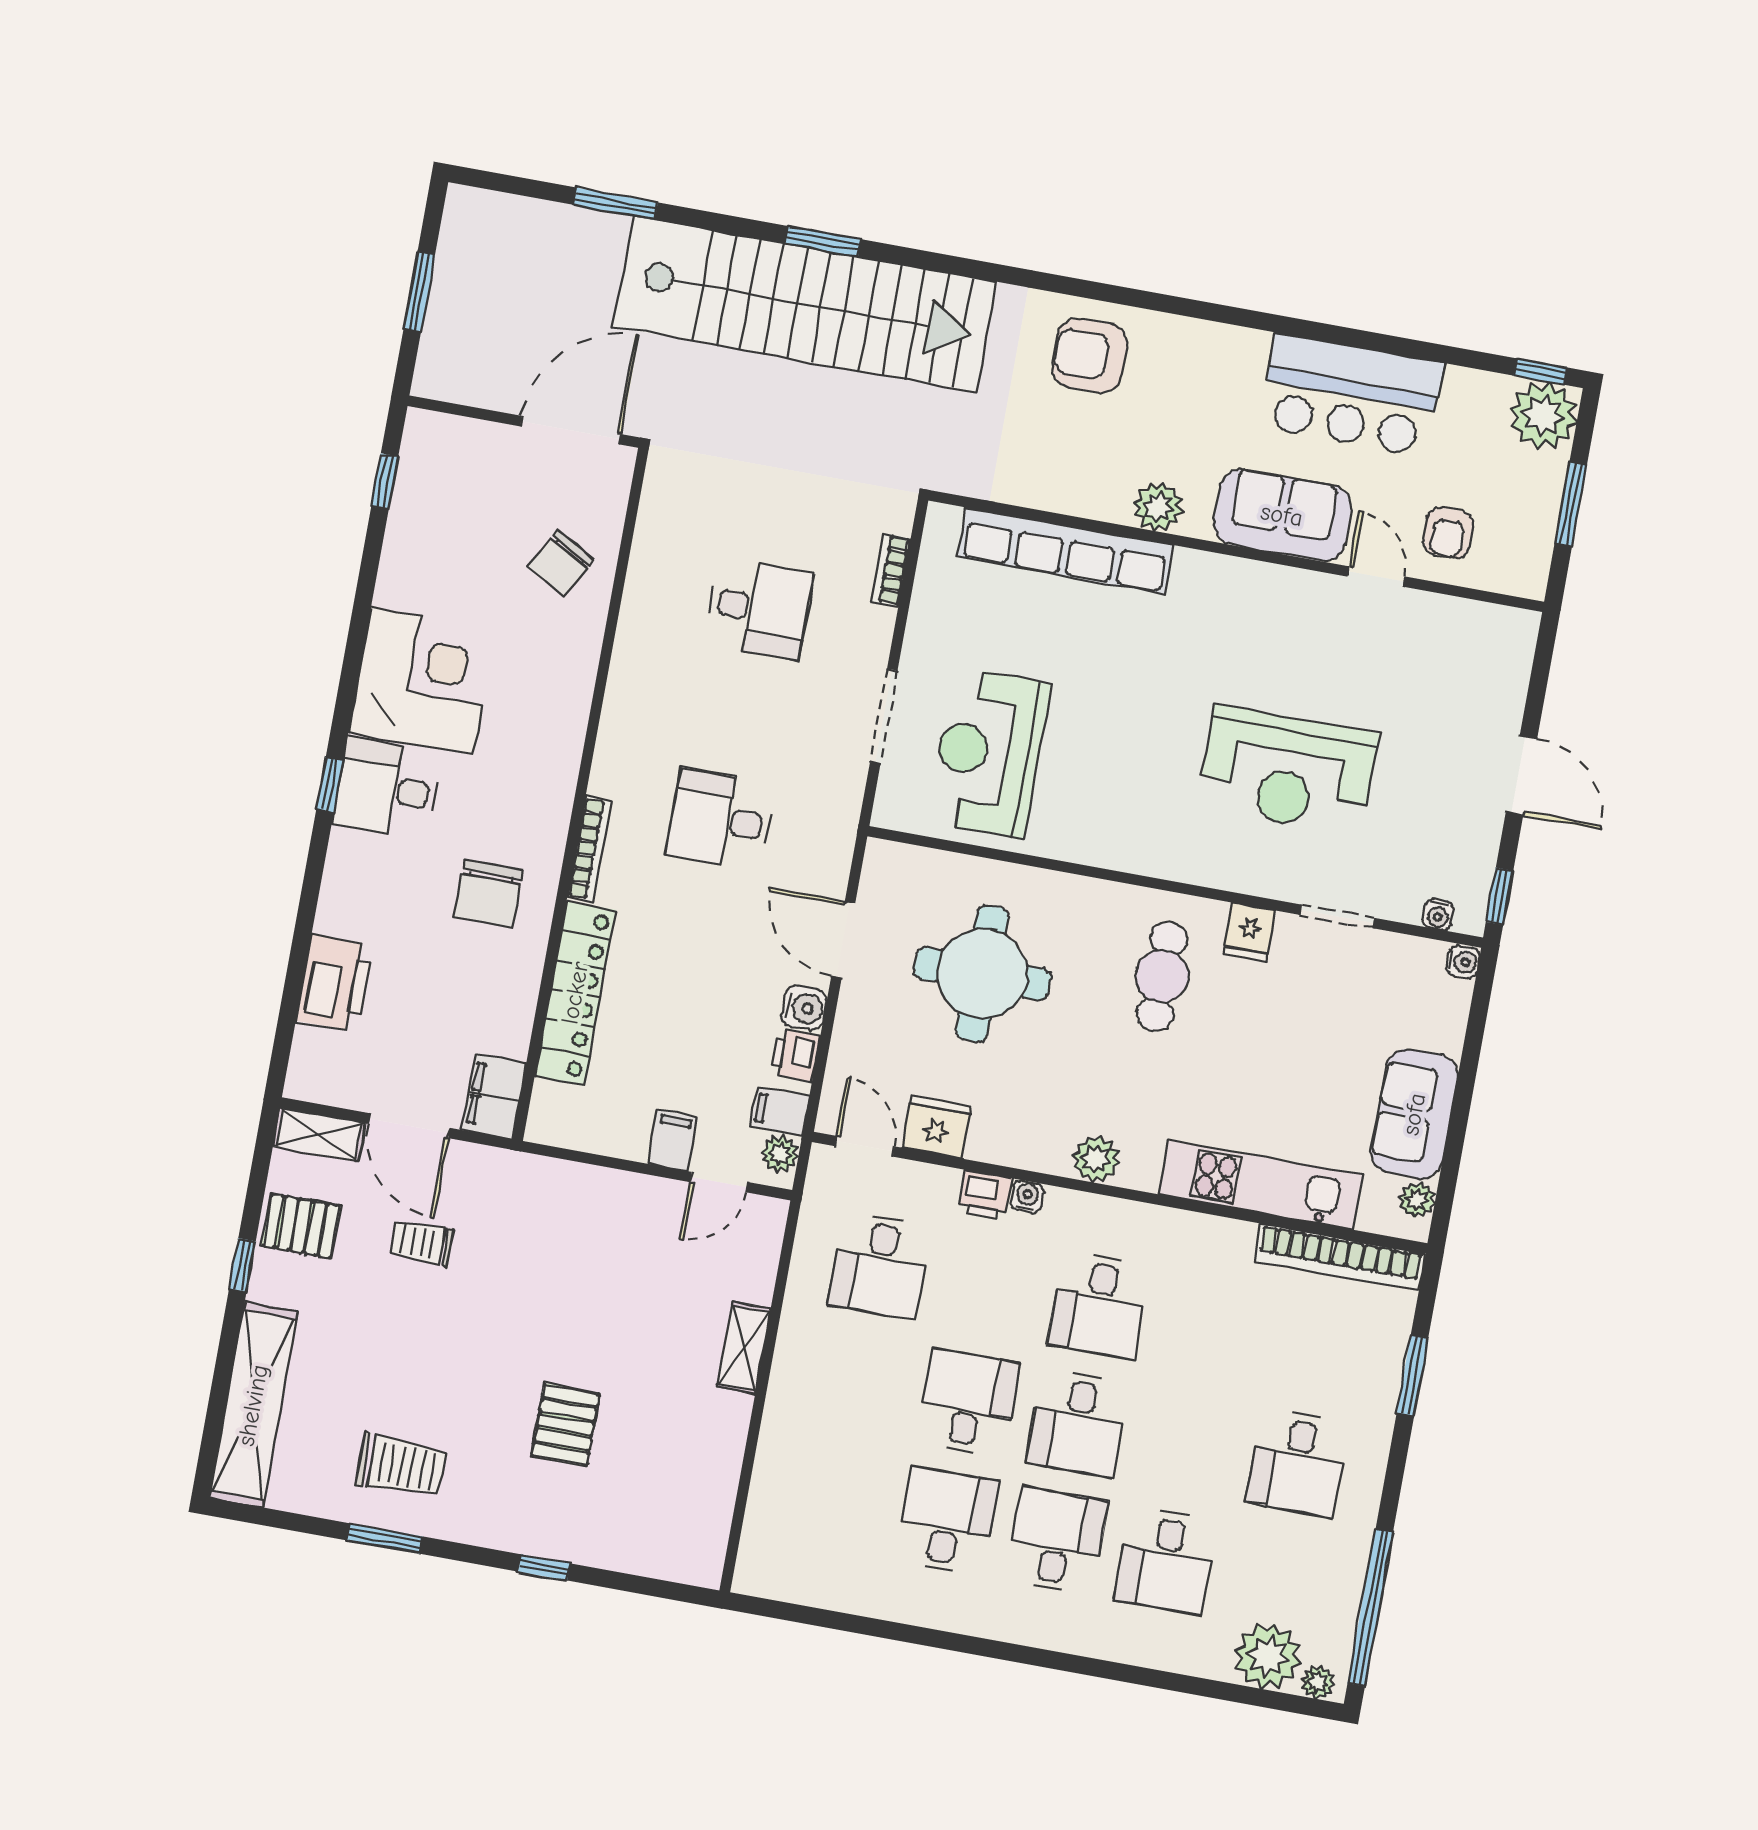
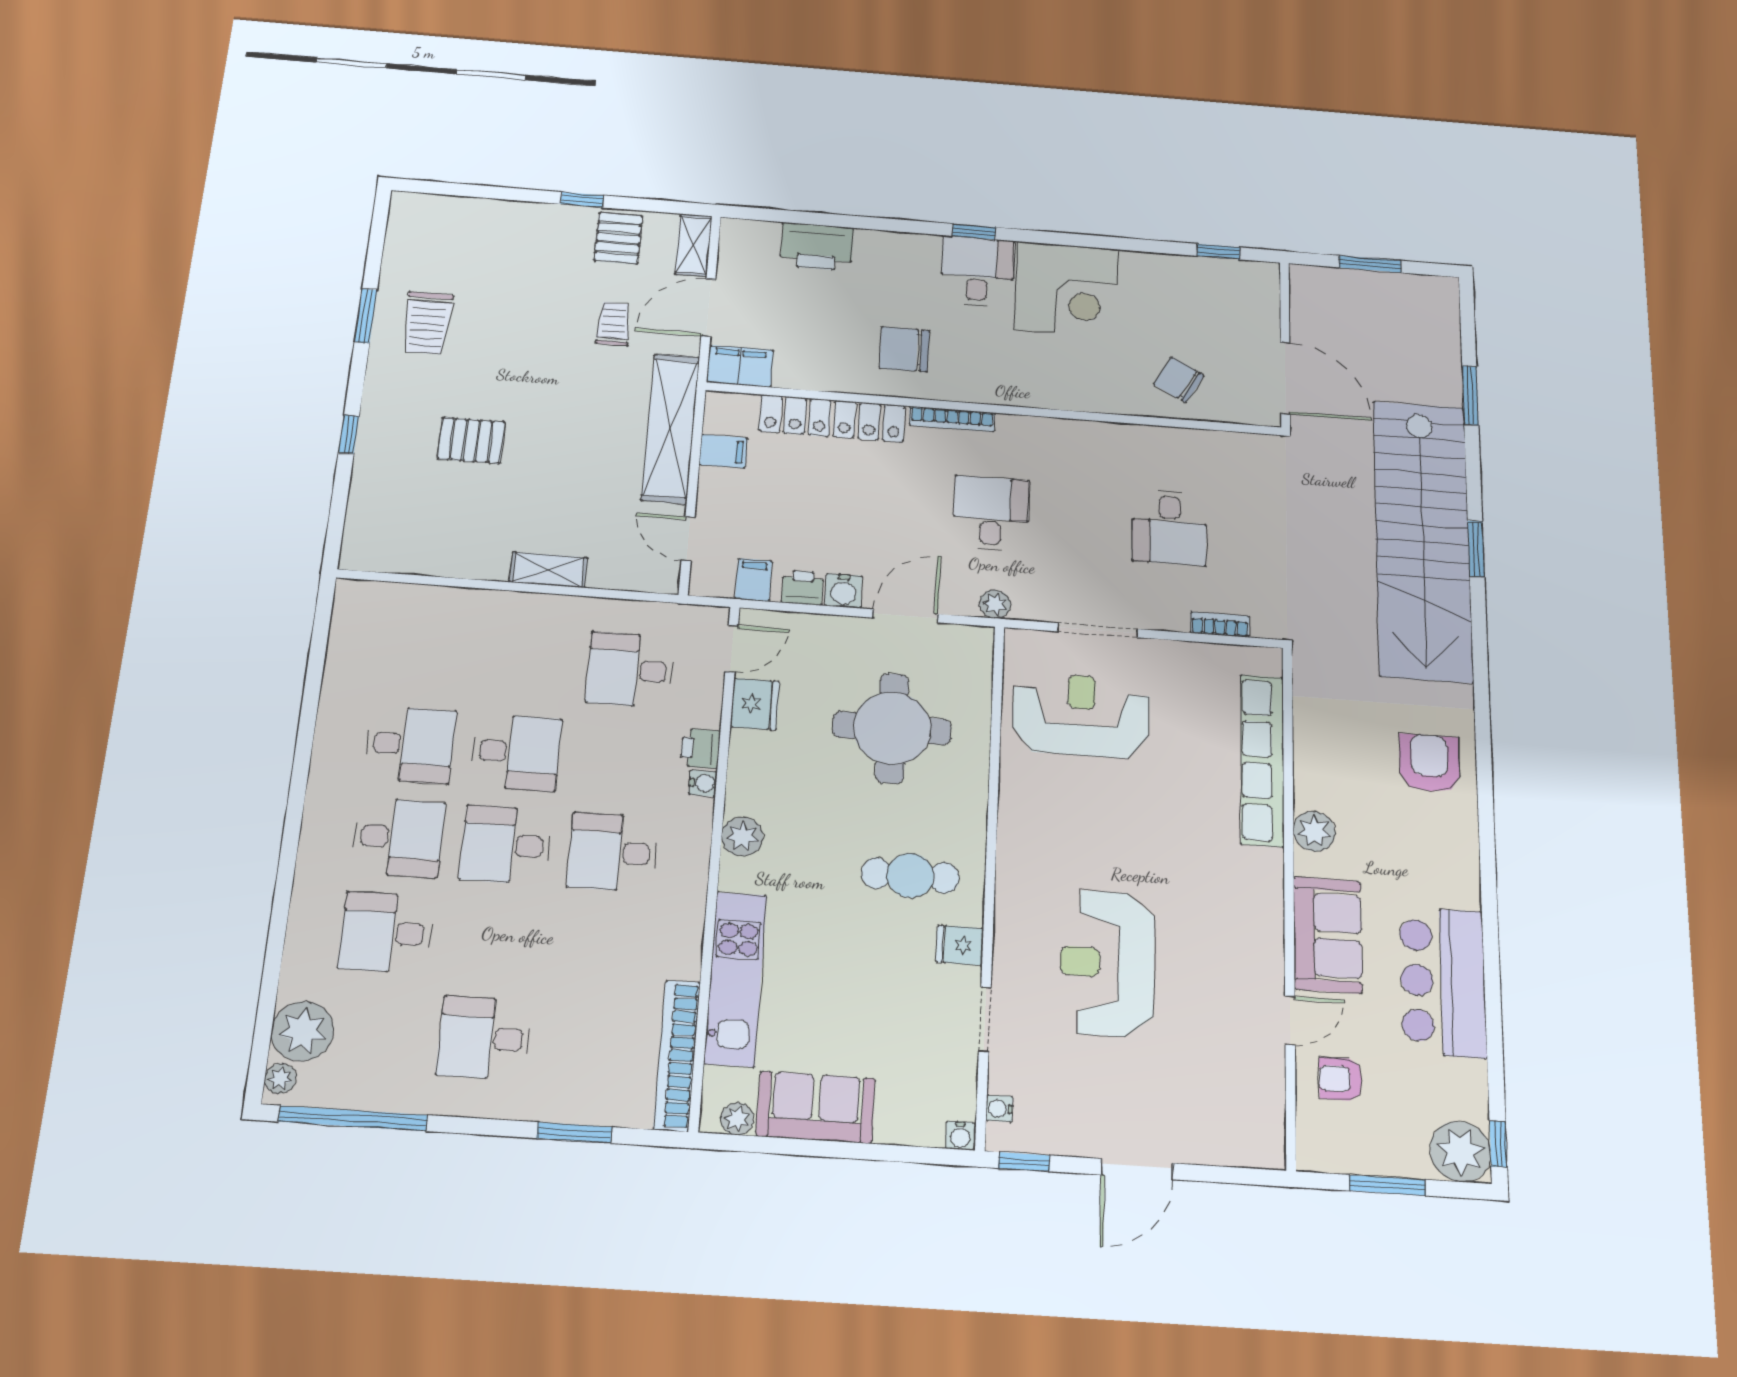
filing cabinet: (673, 1140) -> (723, 451), moved
plant: (780, 1154) -> (995, 604), moved
shelving: (253, 1405) -> (671, 428), moved, turned 90

